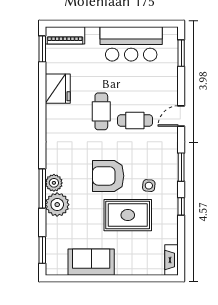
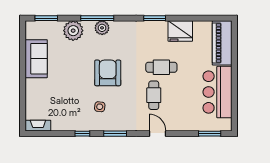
piano: (65, 35) -> (222, 43), width x1.37, depth x1.33
window: (42, 49) -> (155, 18), moved
plant: (57, 205) -> (73, 31), moved
rug: (128, 215) -> (75, 89), removed

